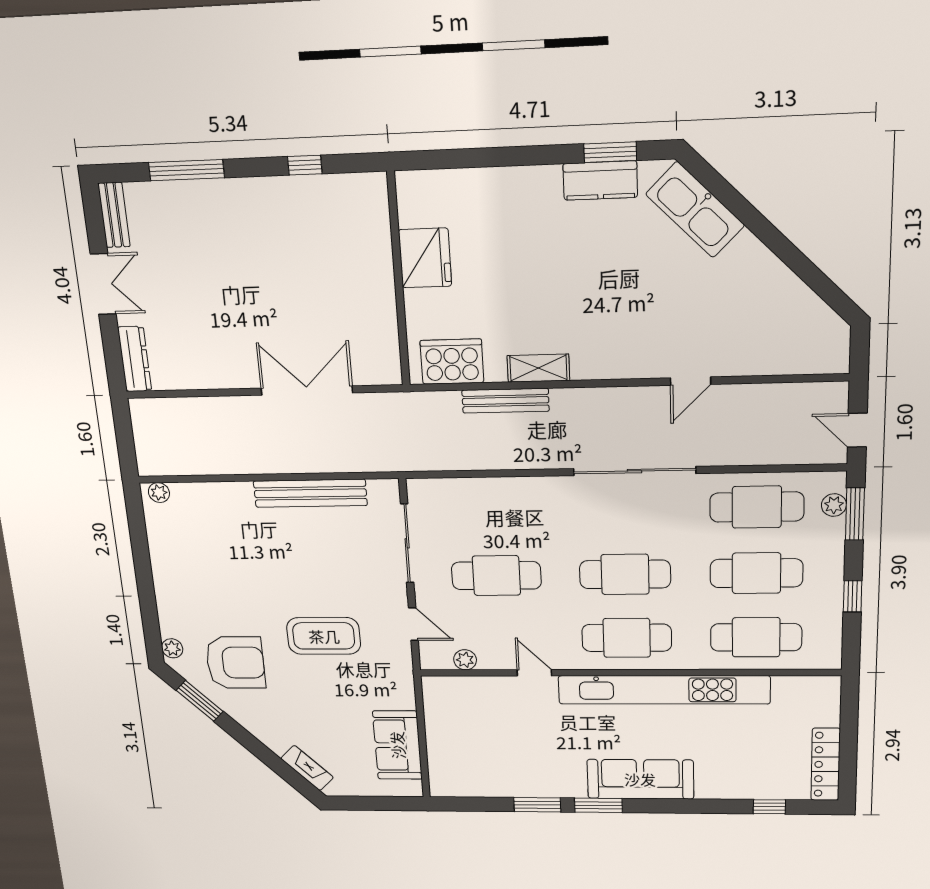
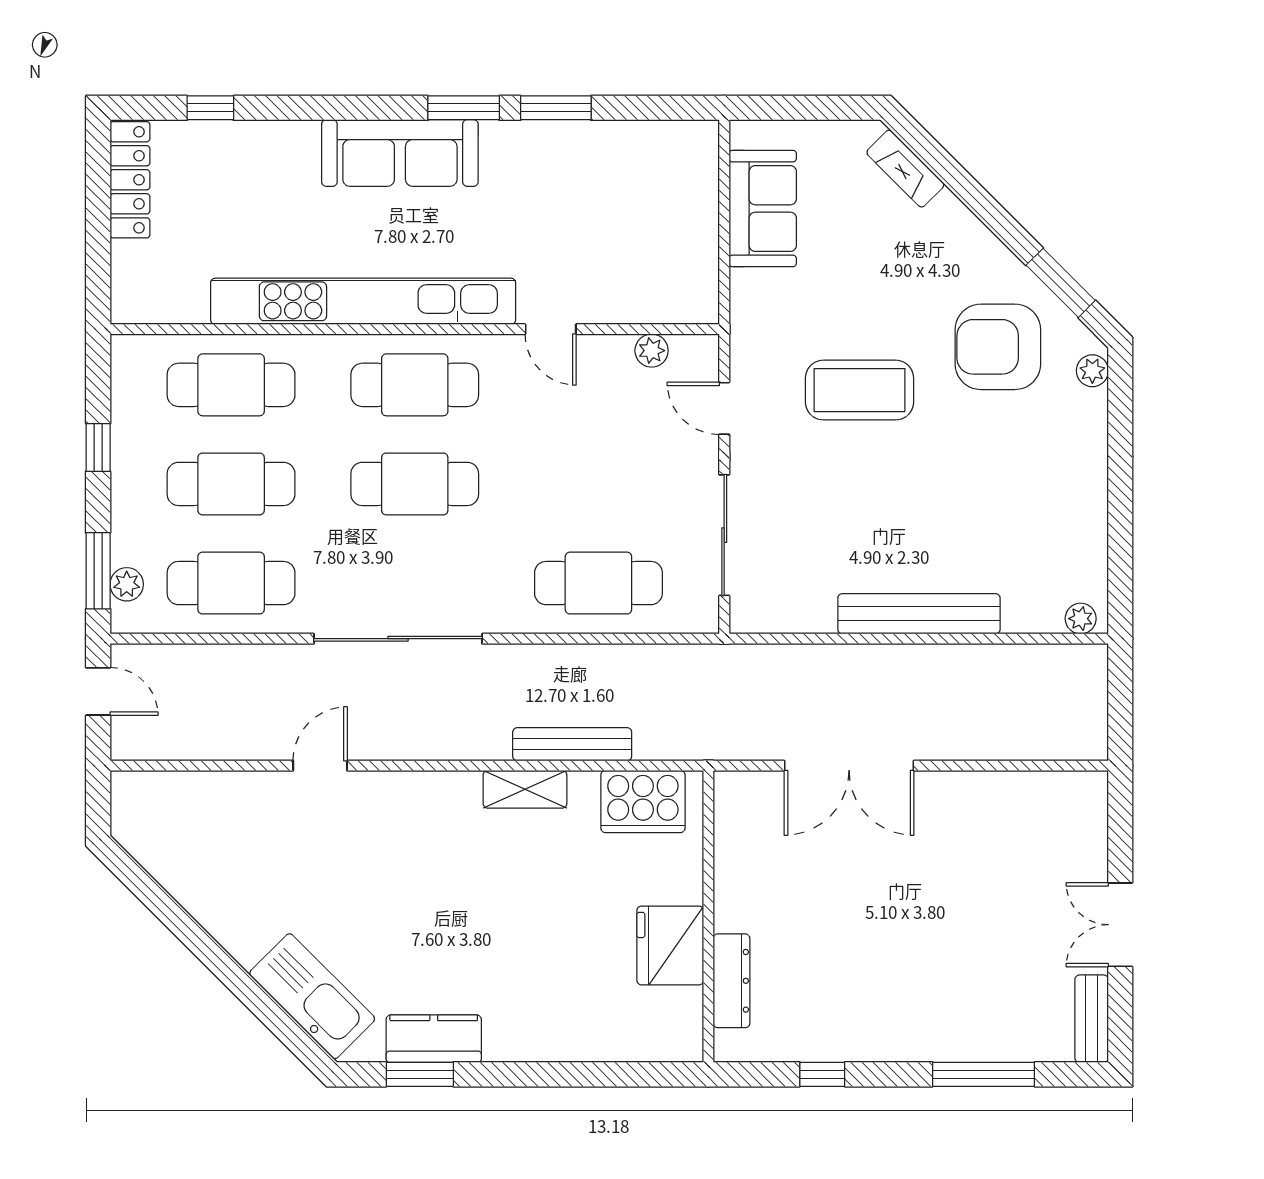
dresser: (135, 359) -> (731, 981), moved, turned 180
bench: (310, 493) -> (919, 614), moved
cafe table: (496, 576) -> (598, 583), moved

